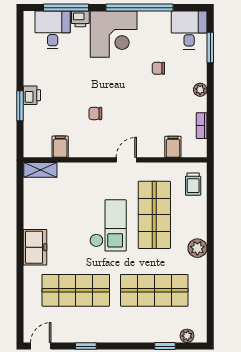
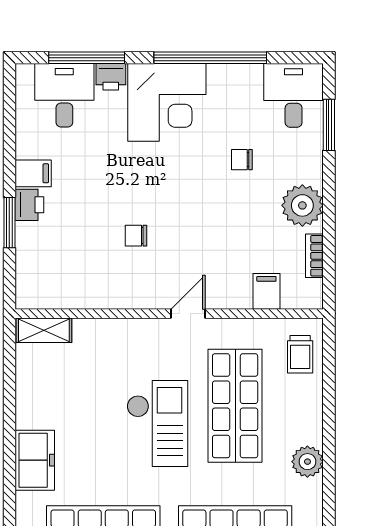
plant: (200, 90) -> (302, 205), width x1.88, depth x1.88
filing cabinet: (60, 147) -> (33, 173), moved, turned 90

